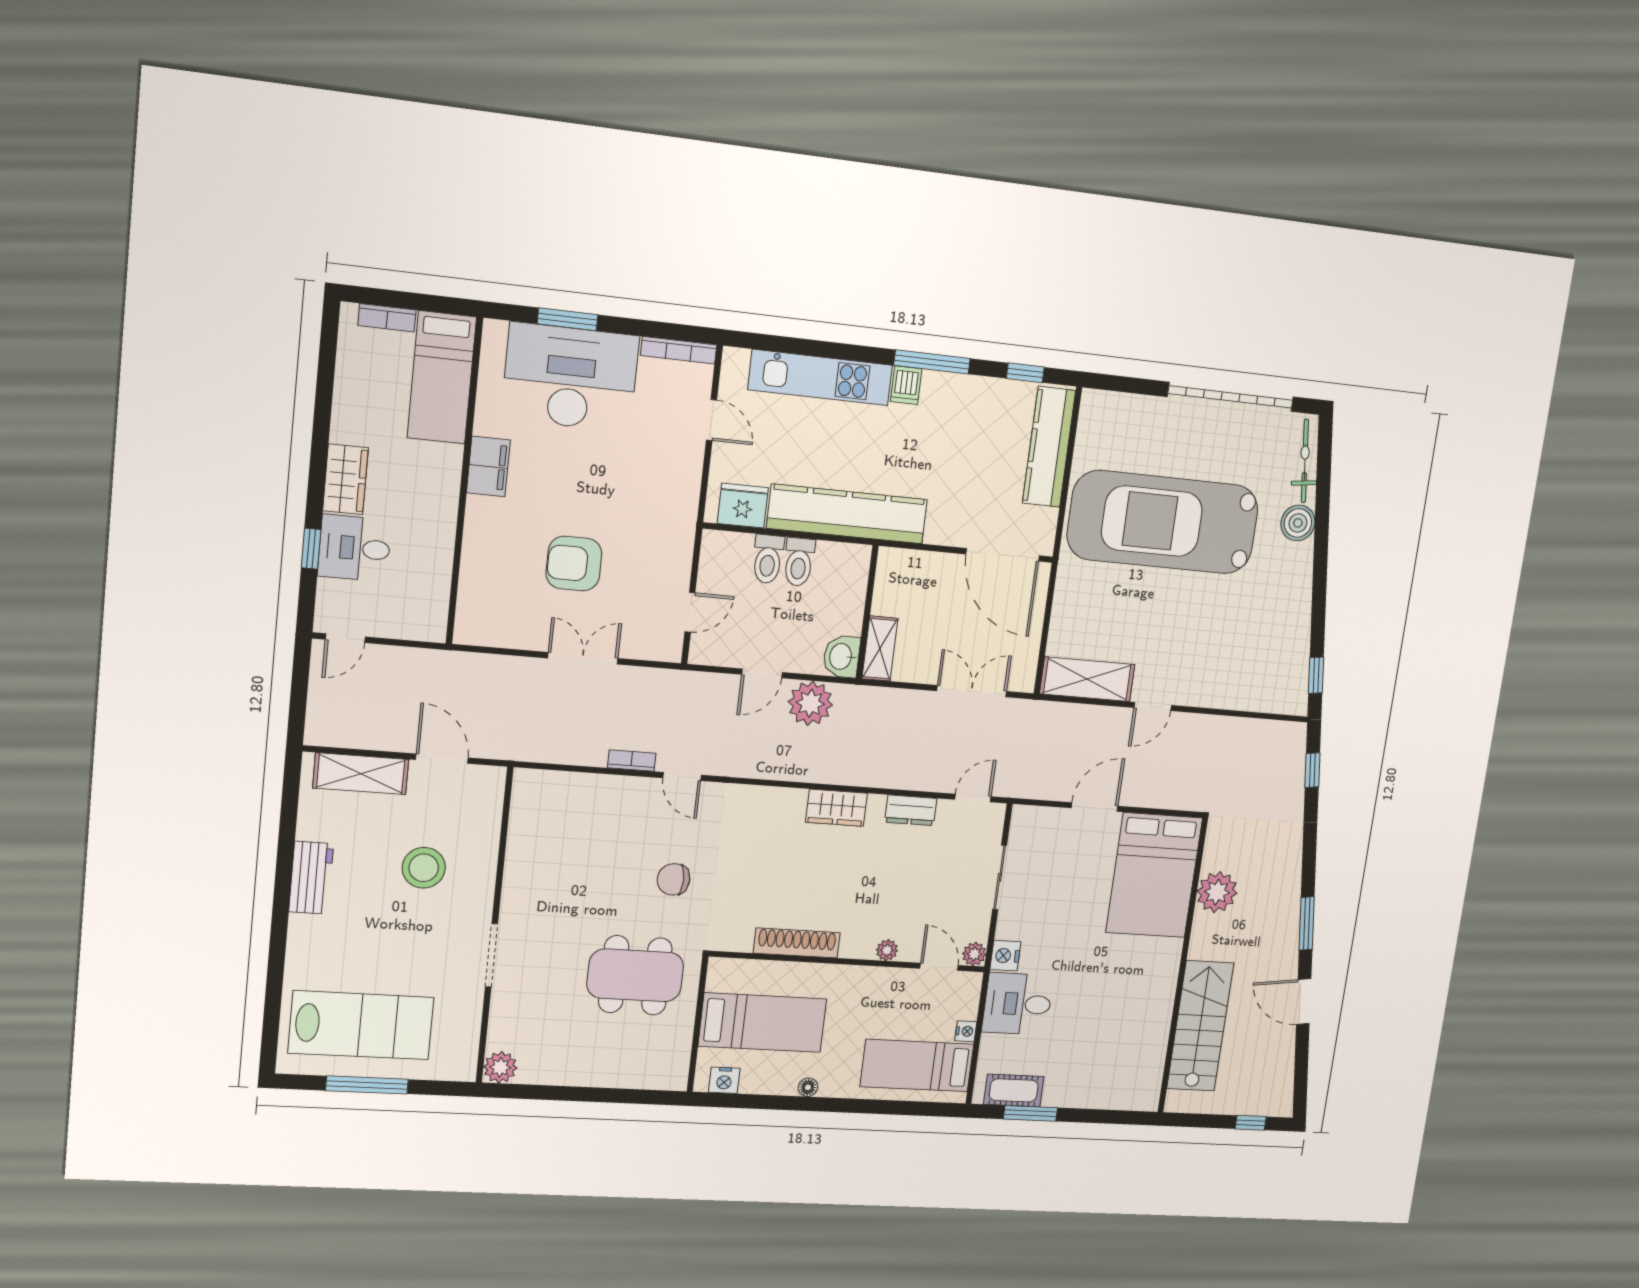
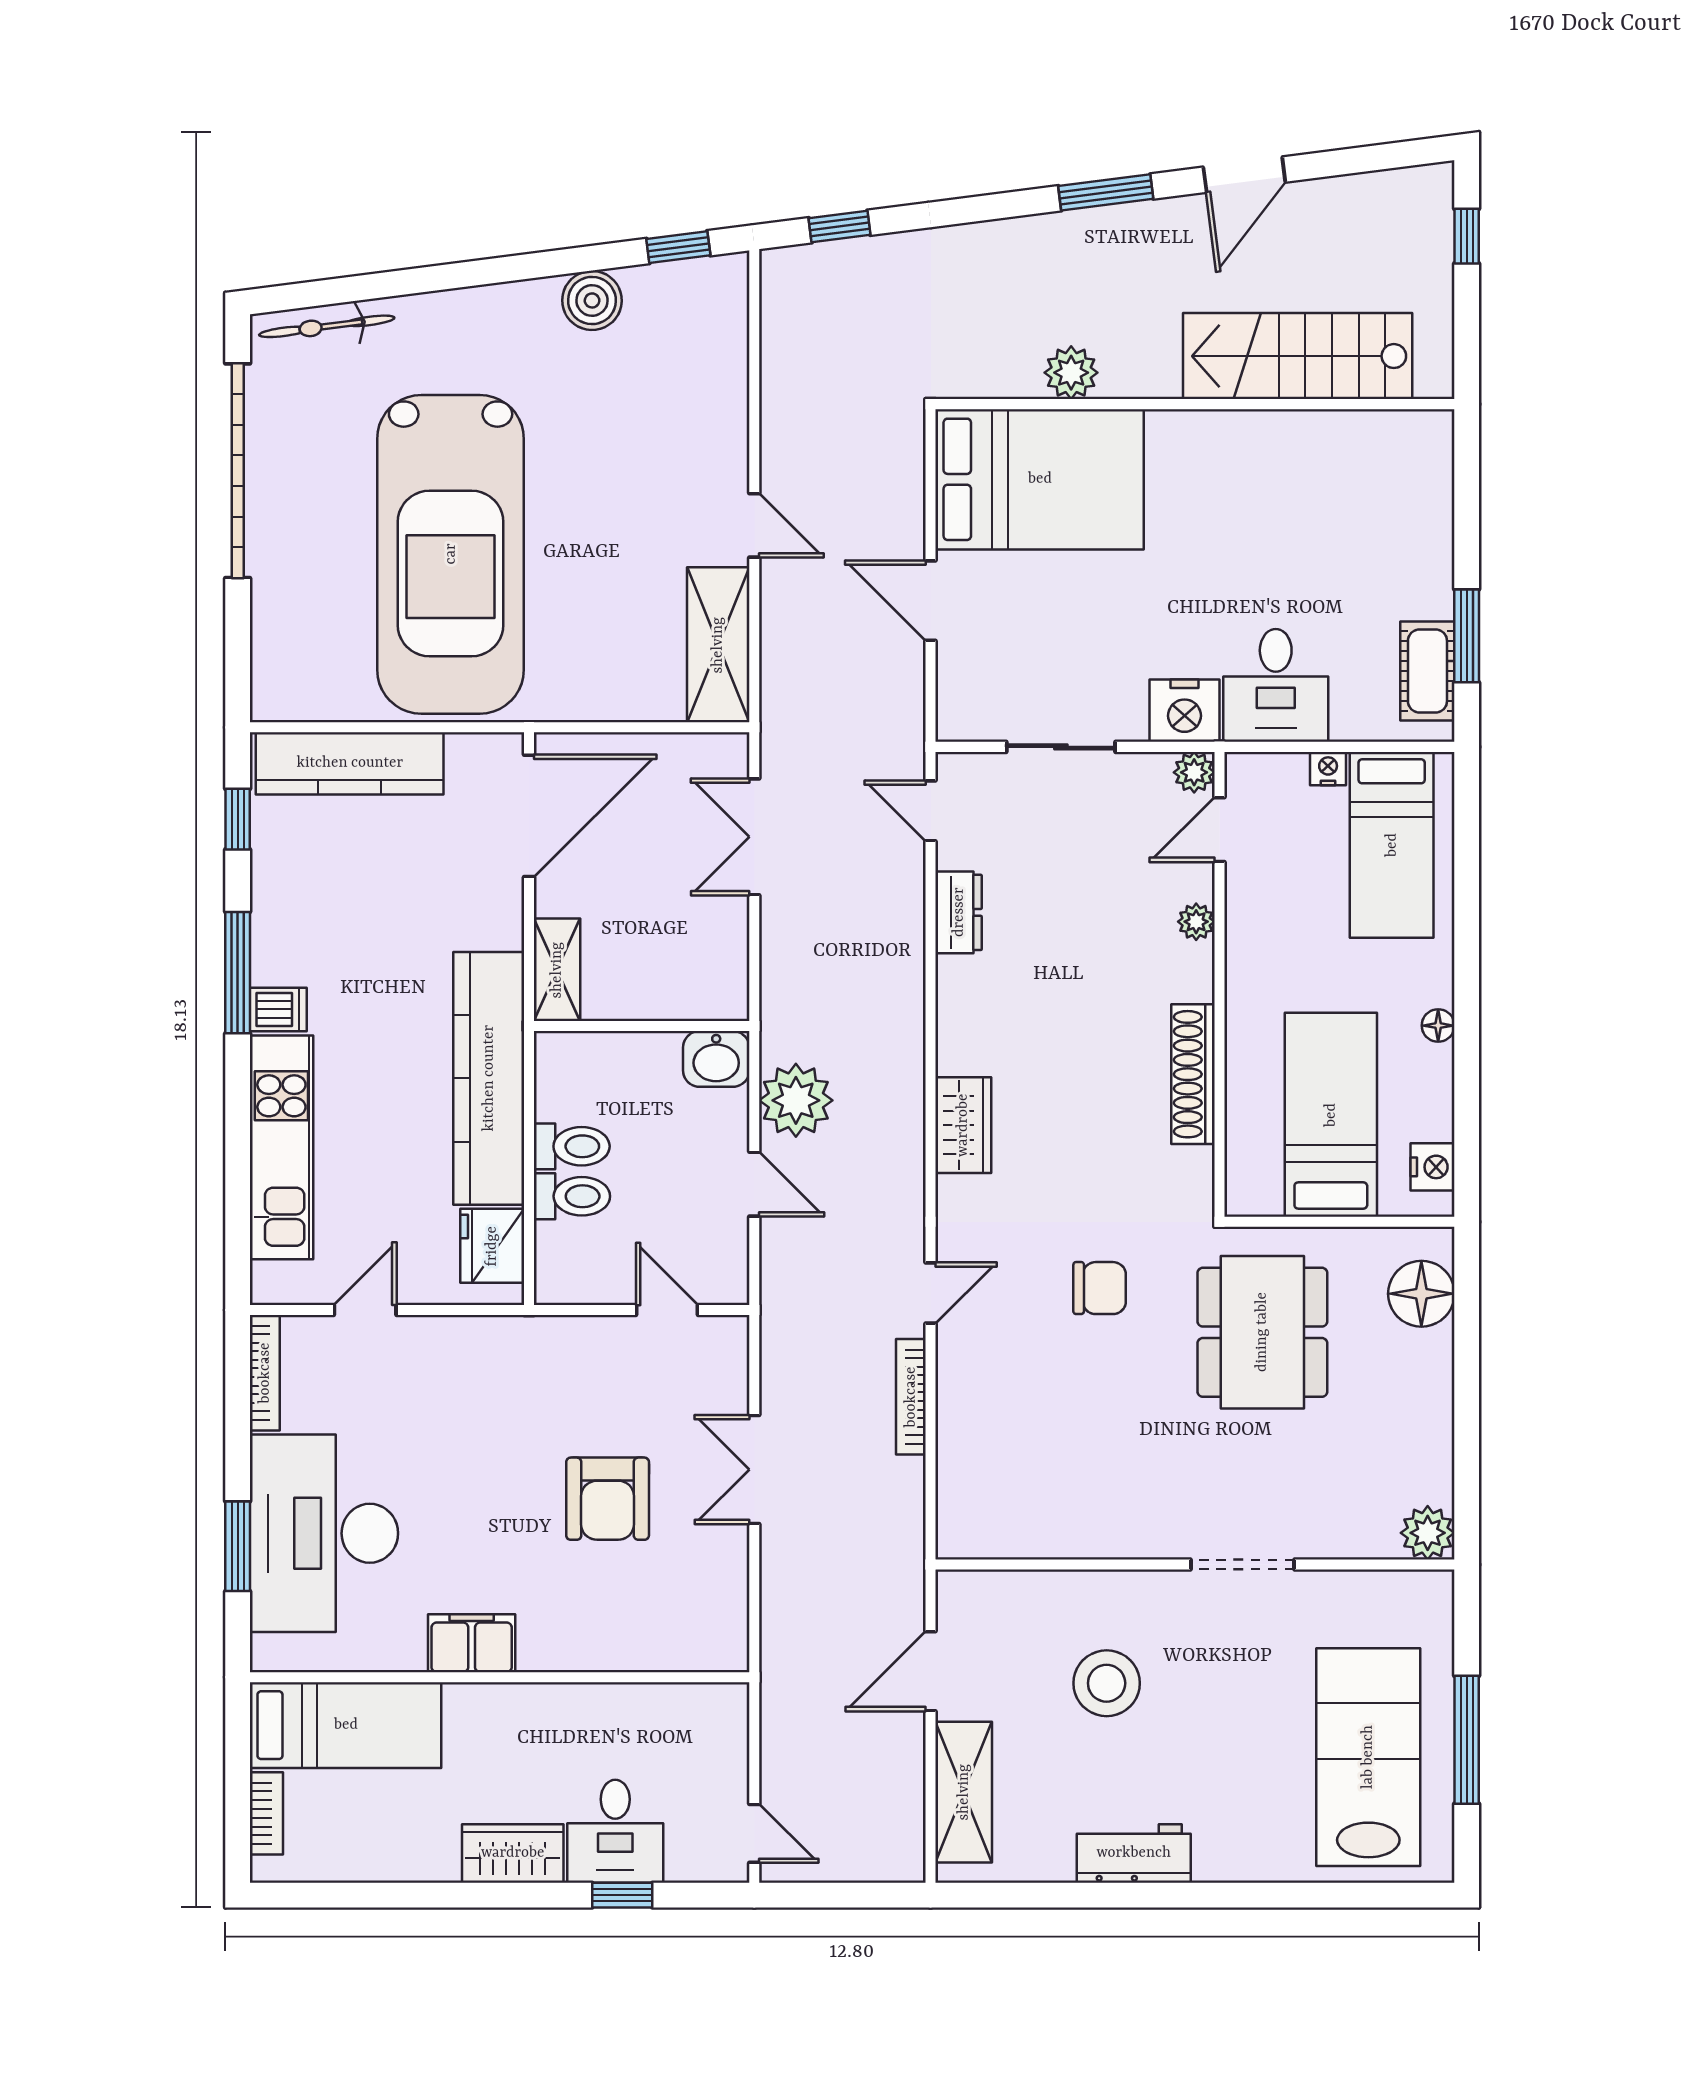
boiler: (1298, 523) -> (592, 300), moved
shelving: (880, 649) -> (557, 970), moved, turned 90
bookcase: (632, 761) -> (911, 1397), width x1.56
wardrobe: (836, 808) -> (963, 1125), moved
chair: (673, 879) -> (1100, 1288), turned -90
plant: (1217, 892) -> (1071, 373), width x0.73, depth x0.73
nightstand: (1005, 956) -> (1185, 711), width x1.36, depth x1.33
floor lamp: (648, 1070) -> (1421, 1294), added

